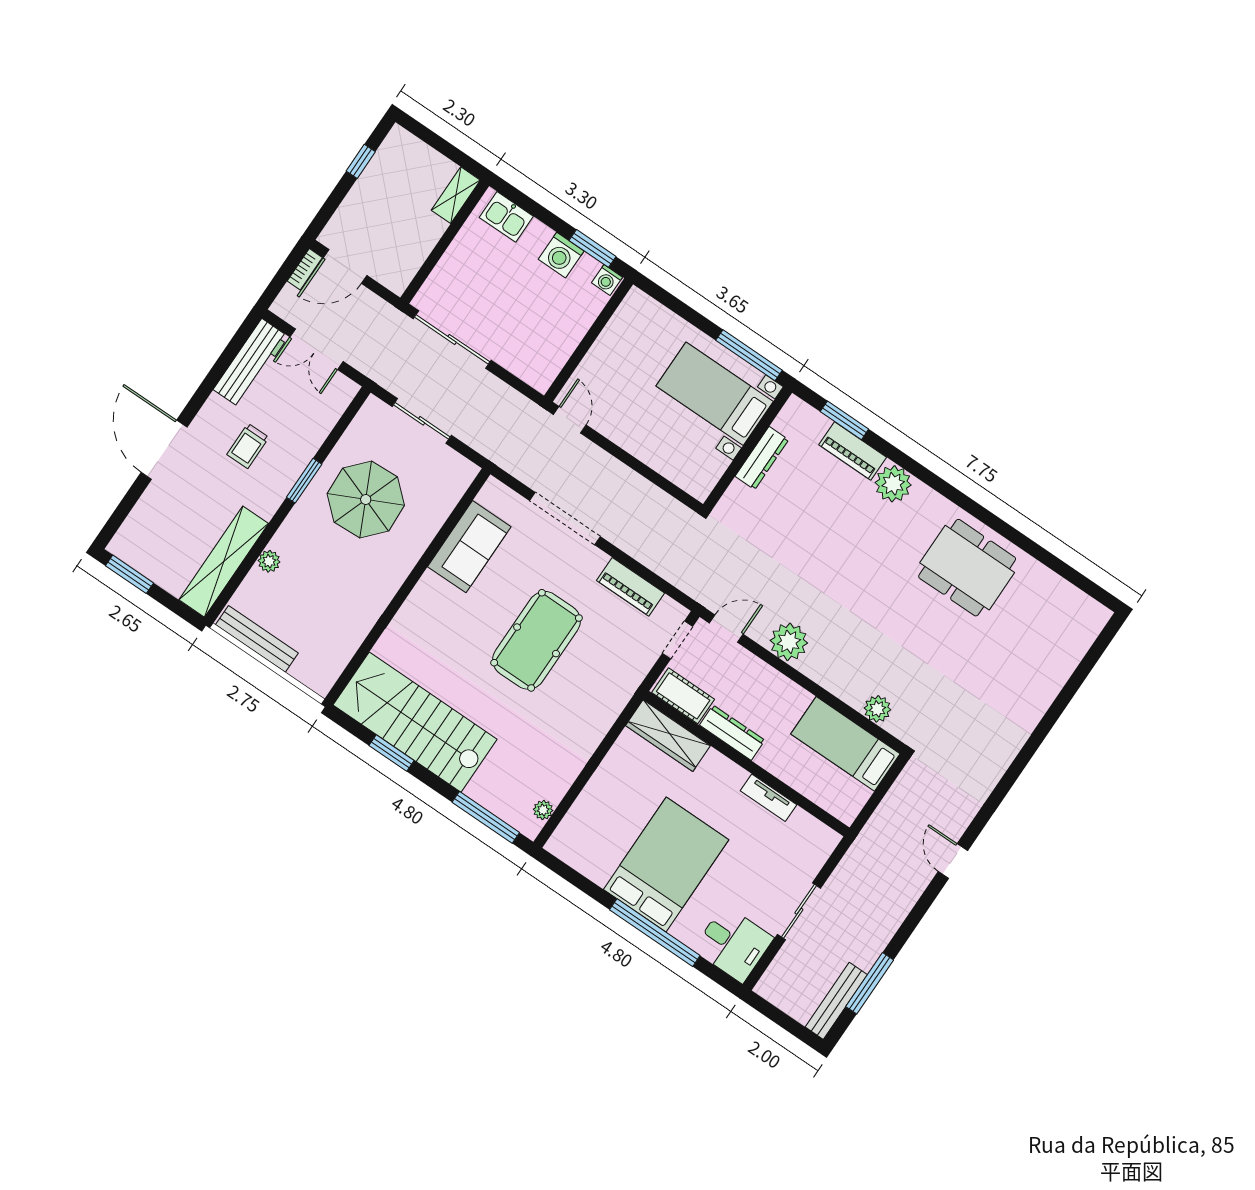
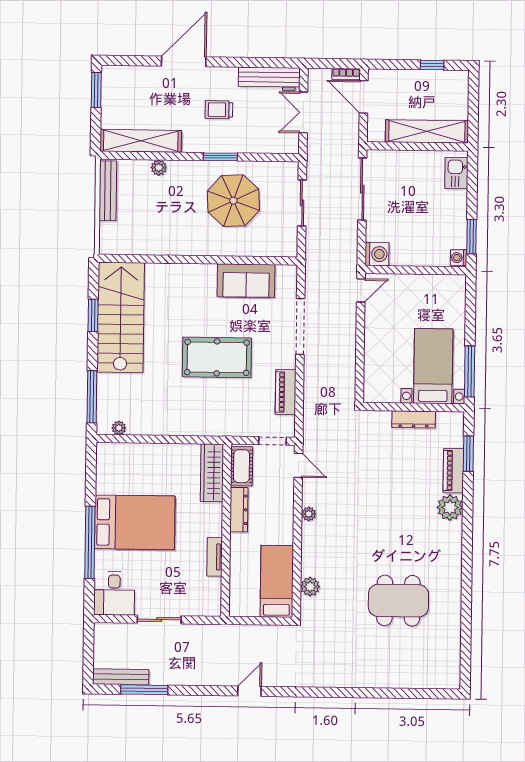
shelving: (456, 195) -> (427, 131), width x2.20, depth x1.33
washing machine: (561, 255) -> (377, 254), moved, turned 180
dining table: (967, 568) -> (398, 601), moved, turned 90
plant: (789, 642) -> (309, 514), width x0.53, depth x0.53

